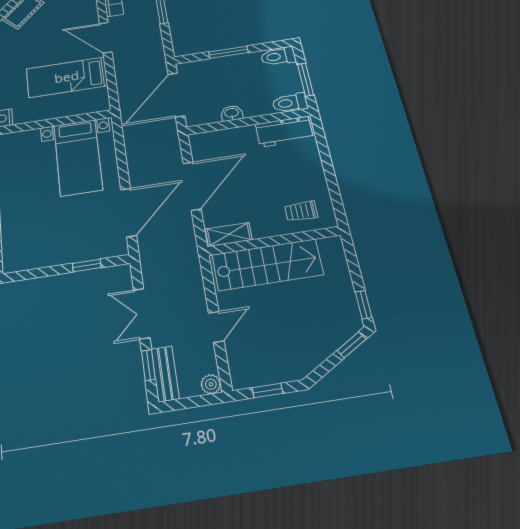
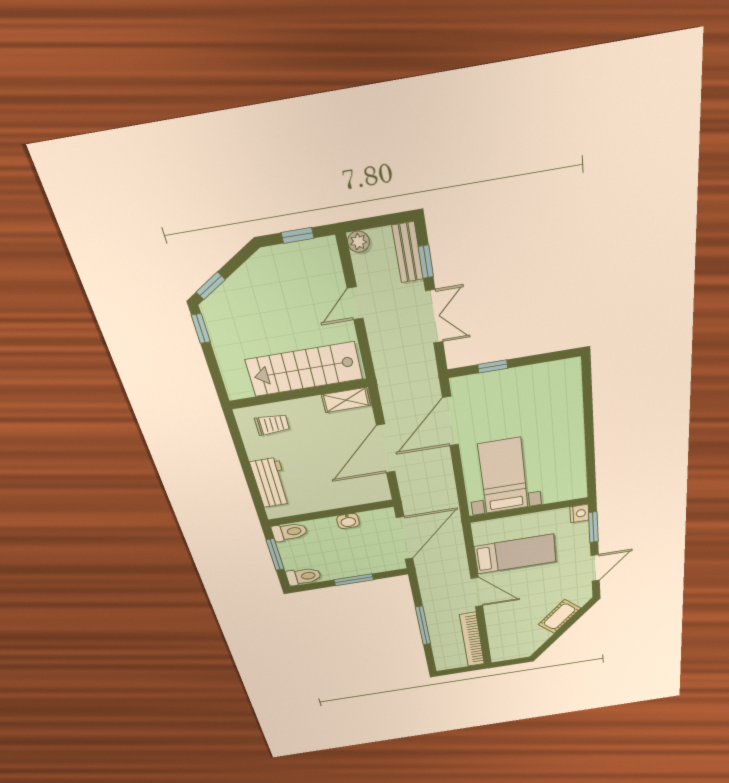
workbench: (284, 132) -> (271, 483), moved, turned 90

